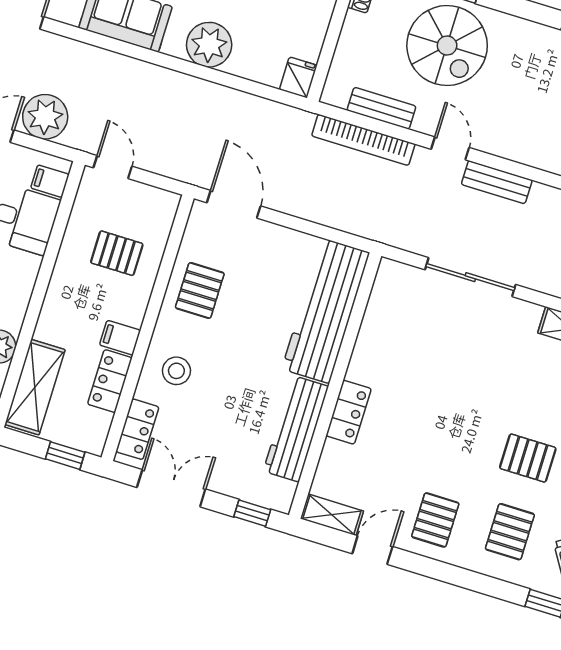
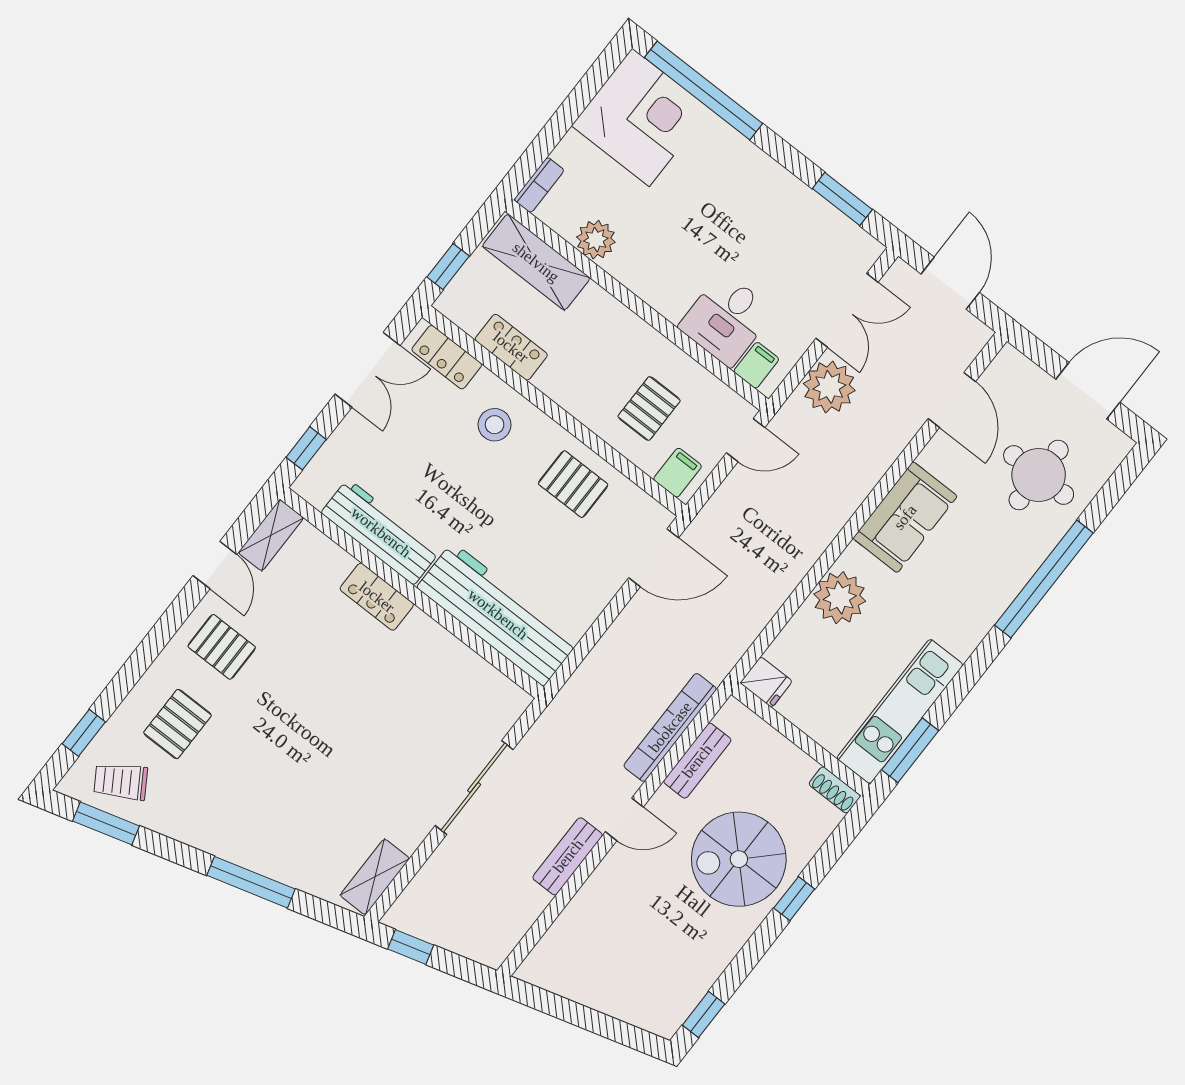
filing cabinet: (120, 338) -> (678, 473), moved
pallet: (528, 458) -> (251, 775), removed
pallet: (510, 532) -> (177, 724), turned 90

